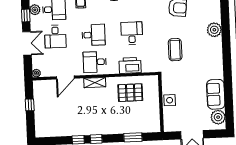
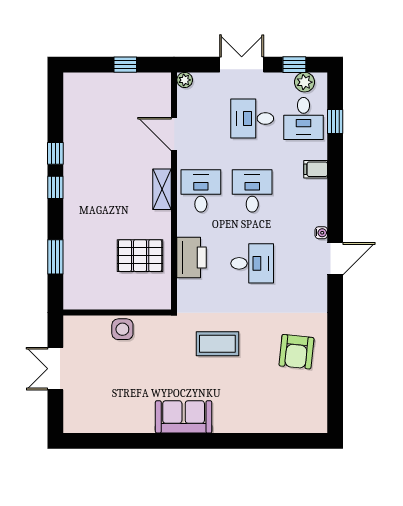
plant: (214, 30) -> (252, 419), removed
desk: (94, 35) -> (252, 191), turned 180
double door: (27, 43) -> (242, 65), swing flipped
pallet: (130, 93) -> (140, 256), turned 90
sofa: (216, 94) -> (184, 417), moved
plant: (218, 117) -> (86, 419), removed

